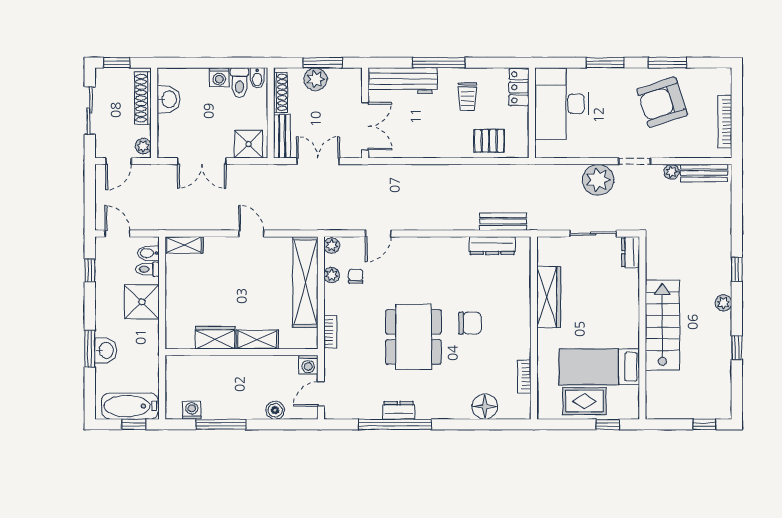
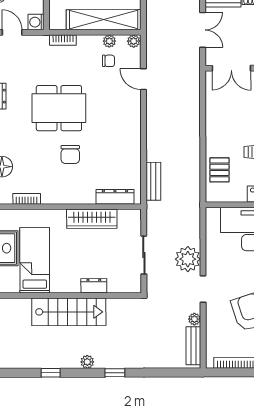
dresser: (492, 246) -> (115, 197), moved, turned 90
dresser: (630, 252) -> (94, 286), moved

